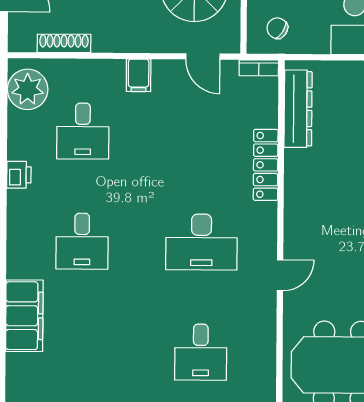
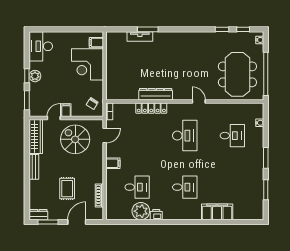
plant: (28, 89) -> (141, 211), moved
dresser: (298, 109) -> (156, 94), moved

